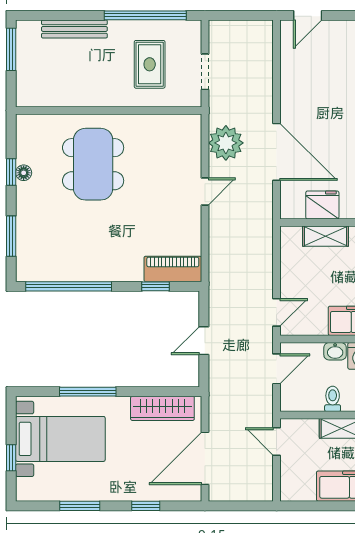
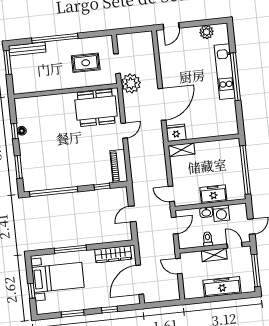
window: (145, 15) -> (55, 38), moved
bench: (74, 29) -> (27, 49), moved
rug: (150, 64) -> (86, 63), turned 90
plant: (226, 143) -> (131, 83), moved
door: (277, 152) -> (162, 104), hinge flipped
dining table: (93, 164) -> (96, 108), moved, turned 90
fridge: (322, 205) -> (176, 133), moved
shelving: (326, 236) -> (181, 150), moved
piano: (173, 269) -> (119, 166), moved, turned -90
door: (277, 312) -> (171, 194), swing flipped

